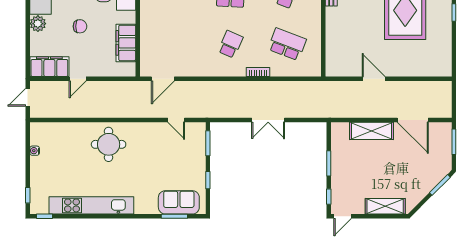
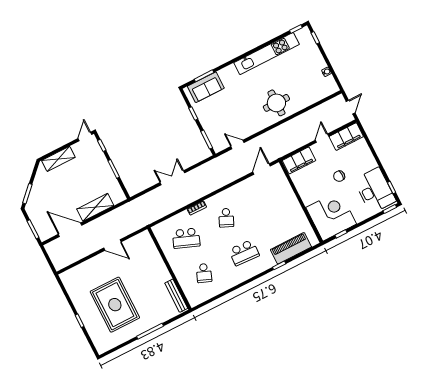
plant: (38, 24) -> (370, 163), removed
filing cabinet: (126, 43) -> (299, 160), moved, turned 90

